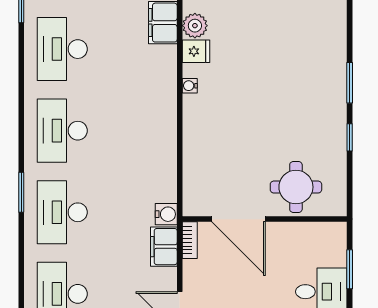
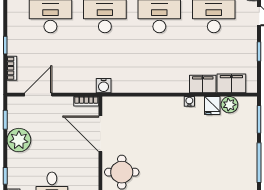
door: (239, 219) -> (100, 134), hinge flipped
filing cabinet: (164, 247) -> (203, 84), moved

